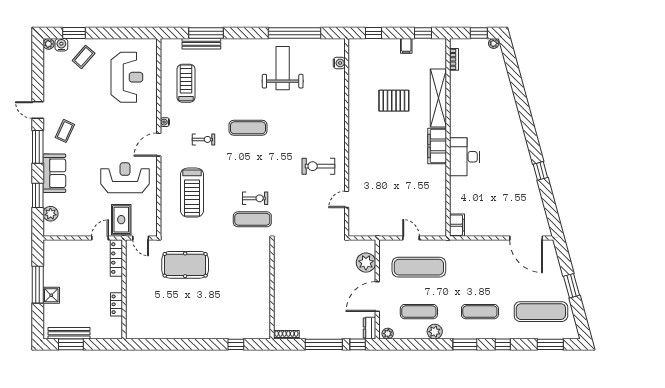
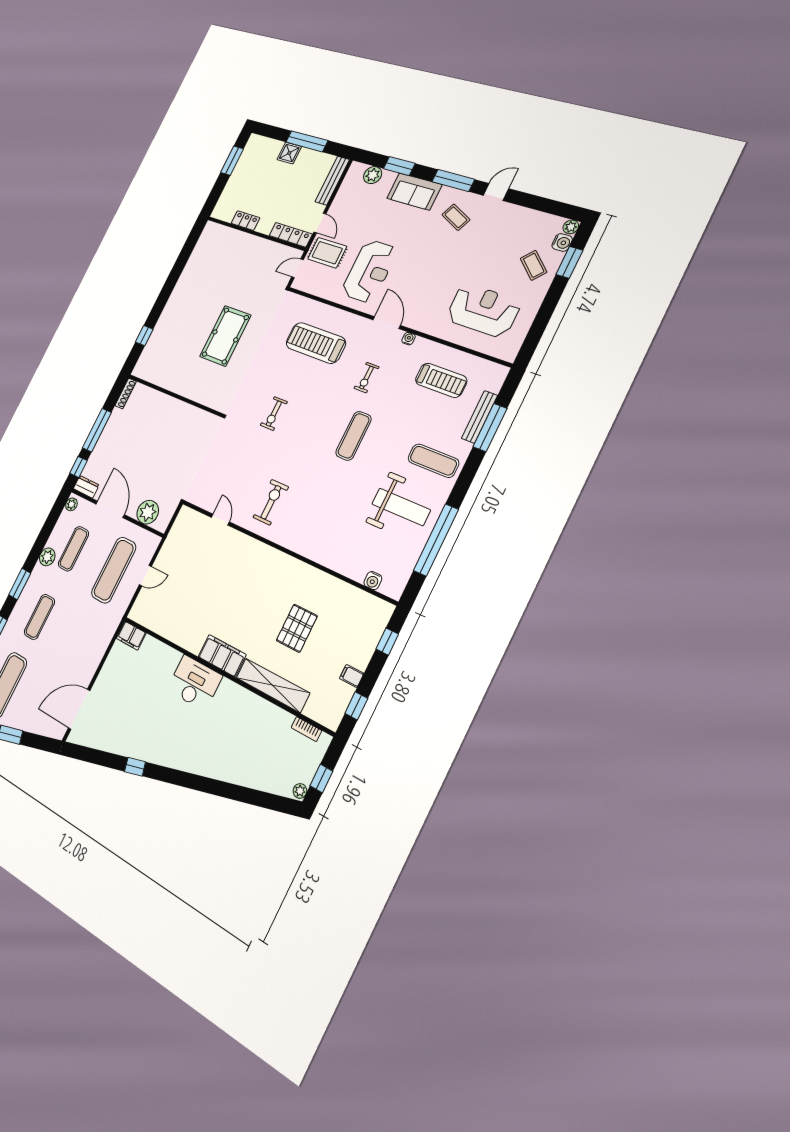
reception desk: (127, 77) -> (483, 310), turned 180
exercise mat: (252, 219) -> (433, 461), moved, turned 90
pool table: (185, 265) -> (225, 336), moved
bench: (69, 333) -> (332, 181), moved

